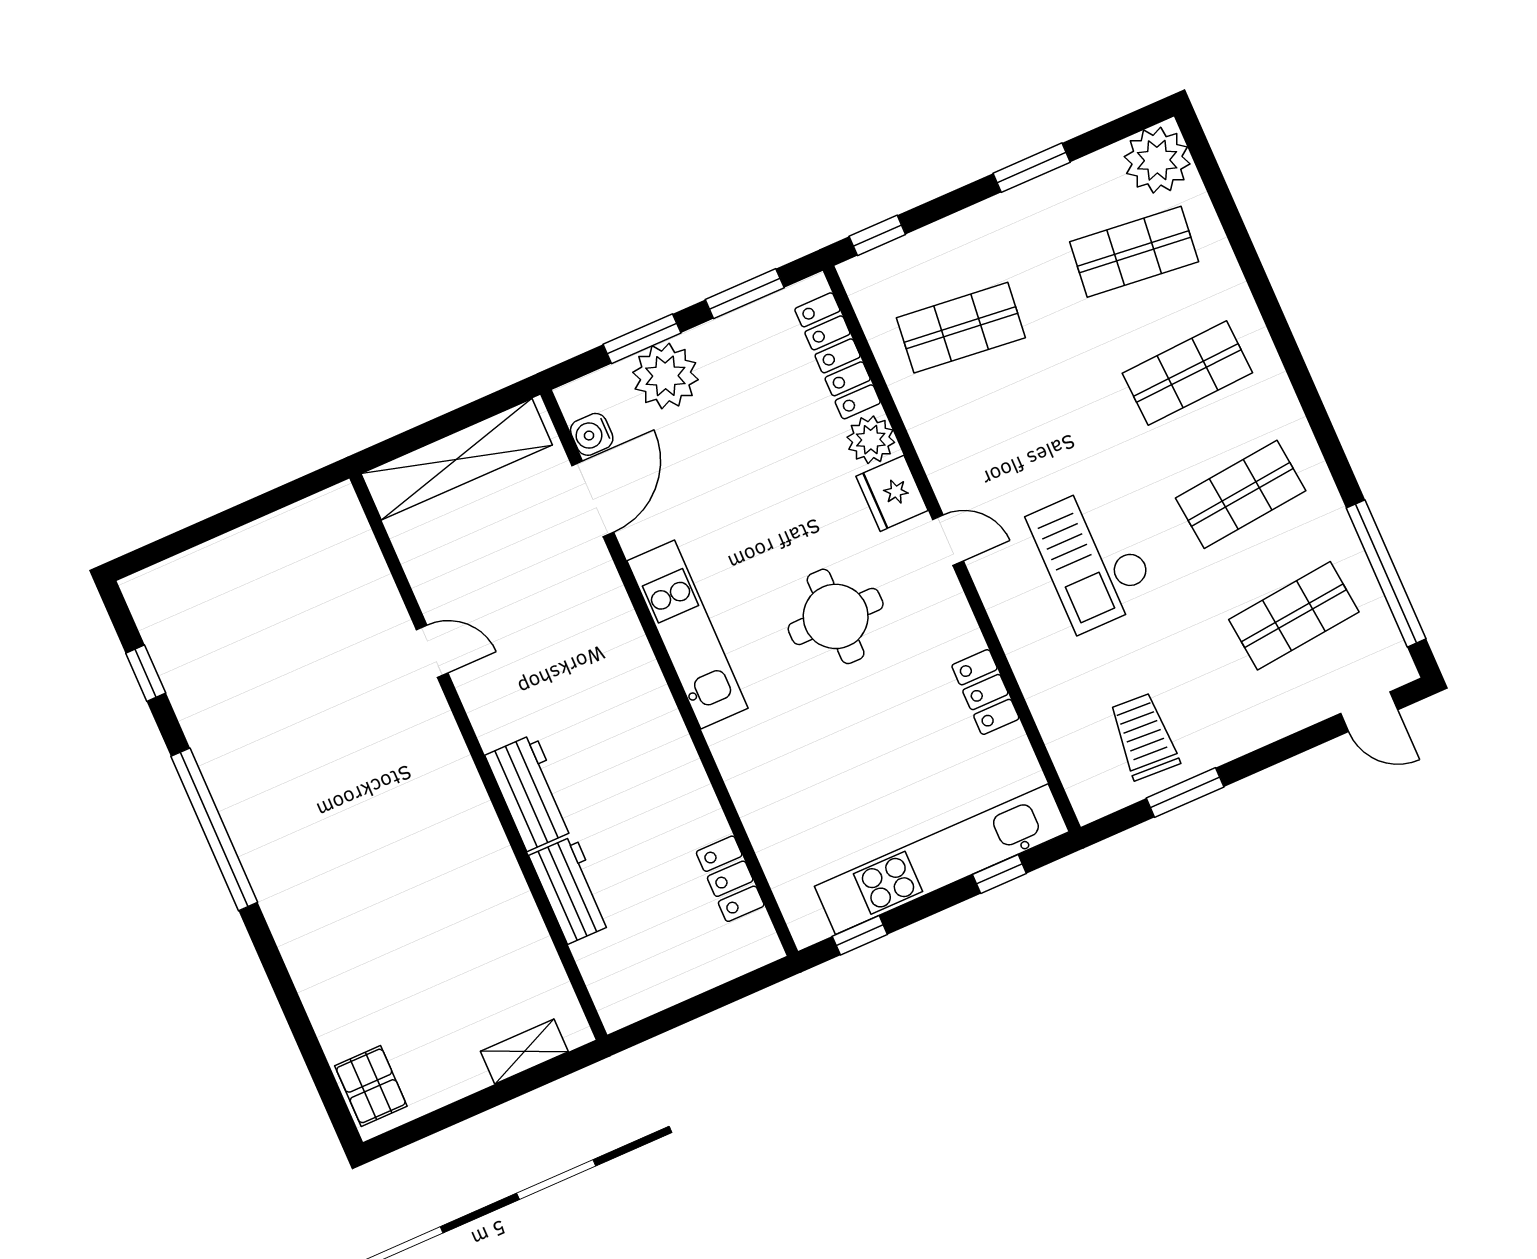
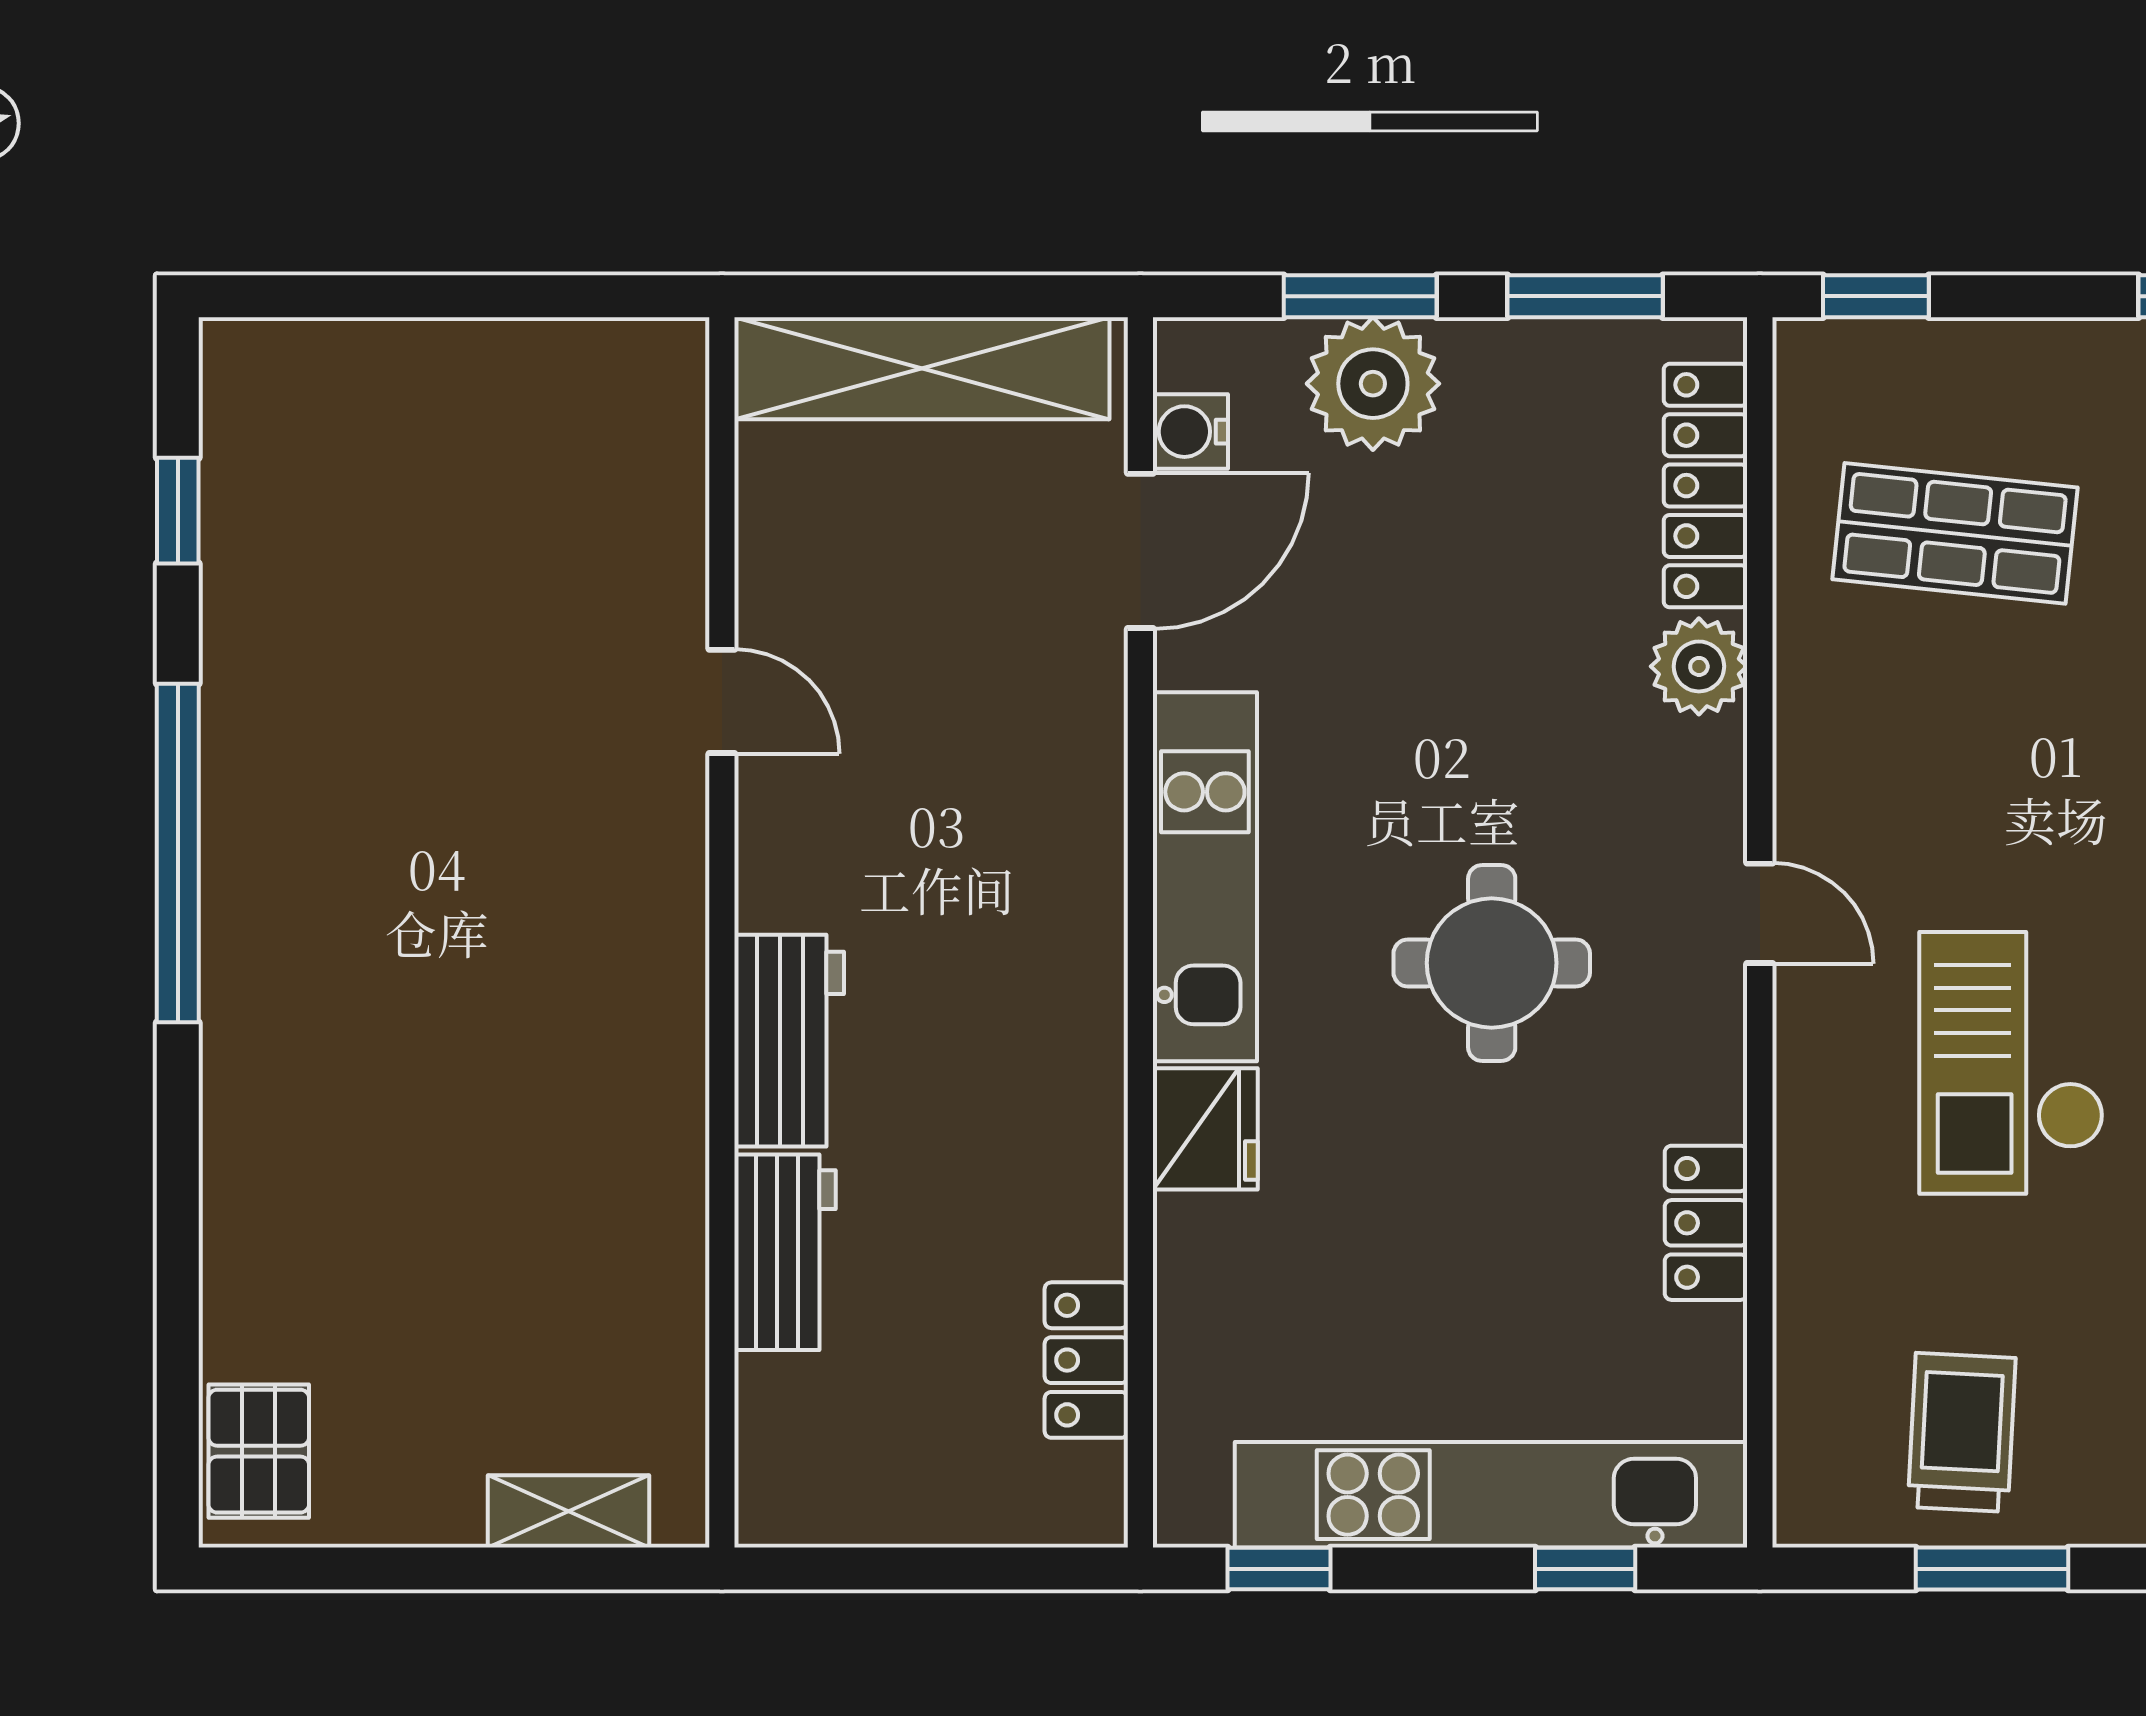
fridge: (892, 493) -> (1205, 1129), moved, turned 180

